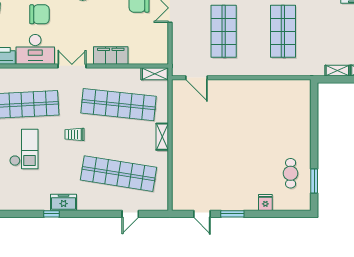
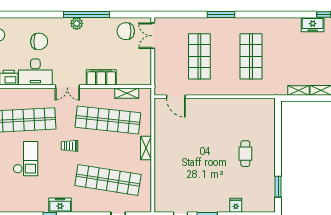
double door: (72, 66) -> (67, 86), swing flipped
shelving: (155, 74) -> (127, 93), moved
cafe table: (291, 173) -> (245, 154), moved

